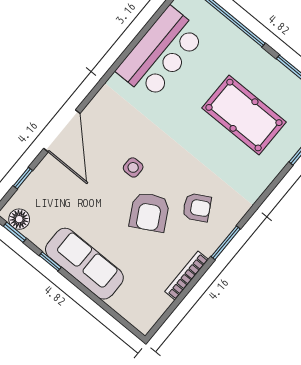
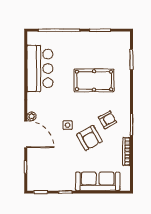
plant: (92, 112) -> (32, 116), added
pool table: (244, 115) -> (94, 80), moved
floor lamp: (19, 219) -> (38, 185), removed
sofa: (84, 264) -> (98, 181), moved

